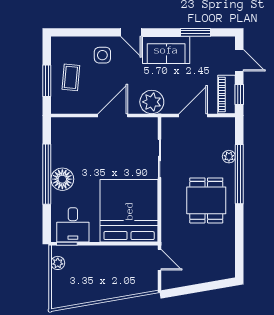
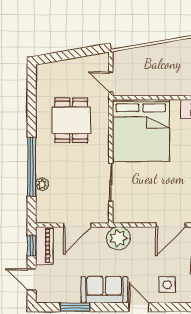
door: (113, 115) -> (171, 225), moved
dining table: (206, 200) -> (71, 120), moved

